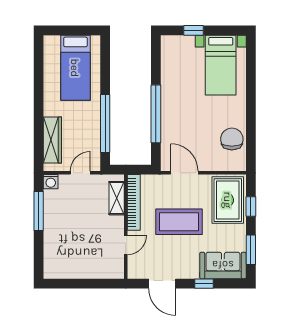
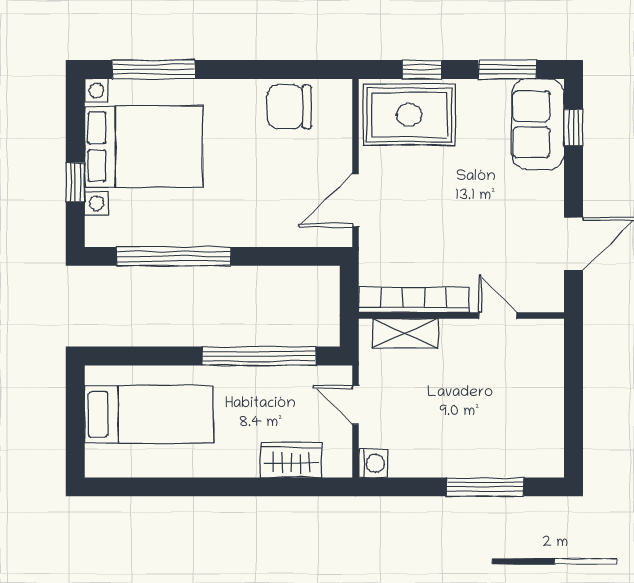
bed with nightstands: (221, 65) -> (144, 147), width x1.36
window: (251, 70) -> (154, 70), added
window: (156, 114) -> (174, 256), moved
wardrobe: (52, 140) -> (291, 460), width x0.67
window: (39, 211) -> (485, 487), moved
coffee table: (179, 222) -> (452, 211), removed
window: (204, 284) -> (574, 127), moved

